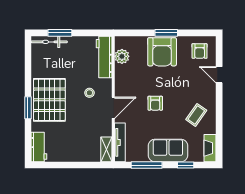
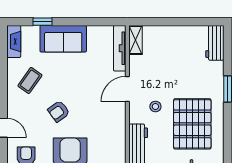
plant: (122, 56) -> (117, 149), removed
pallet: (49, 100) -> (192, 124), moved
armchair: (155, 103) -> (59, 111), moved, turned -126
window: (147, 165) -> (88, 22), removed

